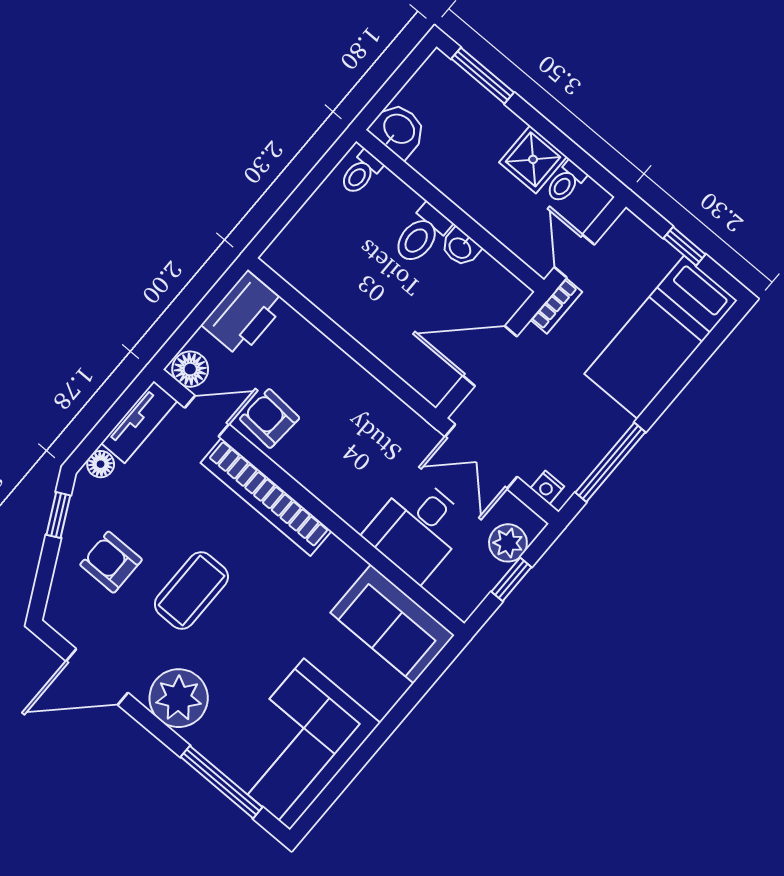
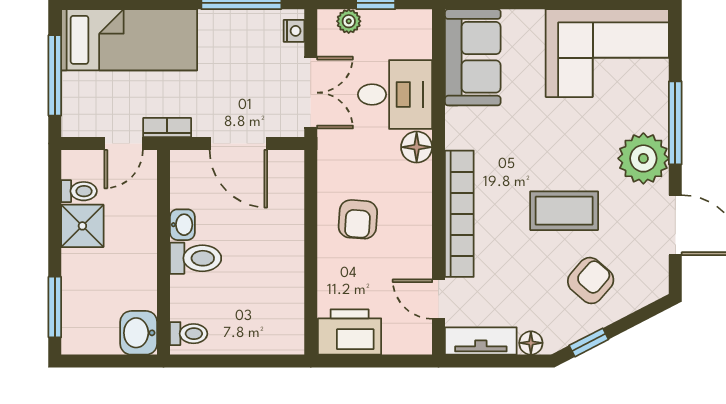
window: (685, 246) -> (55, 75), width x2.17
floor lamp: (190, 369) -> (417, 147), moved
armchair: (270, 419) -> (358, 219), moved
plant: (508, 543) -> (349, 21), width x0.73, depth x0.73
armchair: (111, 562) -> (591, 281), turned -139
window: (222, 782) -> (675, 123), moved

